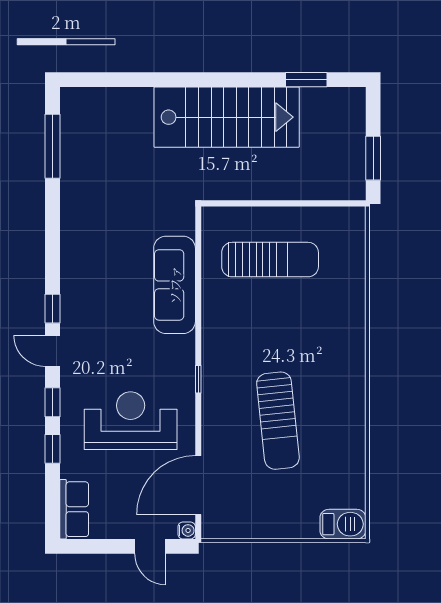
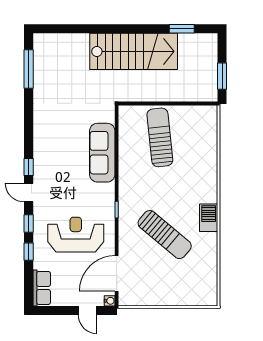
sun lounger: (270, 260) -> (160, 137), turned -96
sun lounger: (278, 421) -> (165, 235), turned -44
barbecue: (343, 524) -> (209, 218), moved, turned -90

